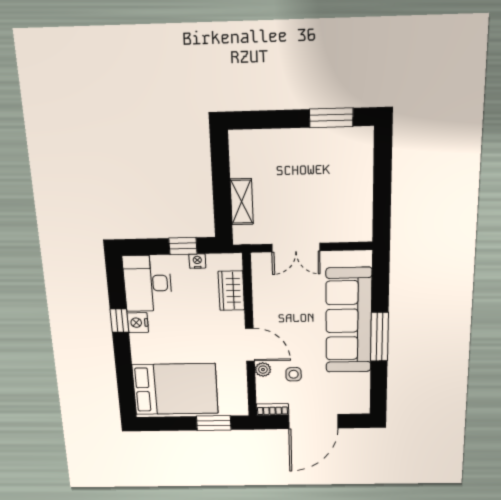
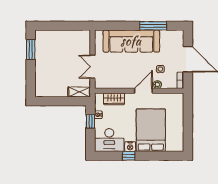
shelving: (242, 202) -> (79, 92), moved
double door: (296, 247) -> (92, 67), swing flipped
window: (379, 337) -> (153, 26), moved
bed: (175, 389) -> (151, 130), moved
window: (214, 423) -> (188, 111), removed

